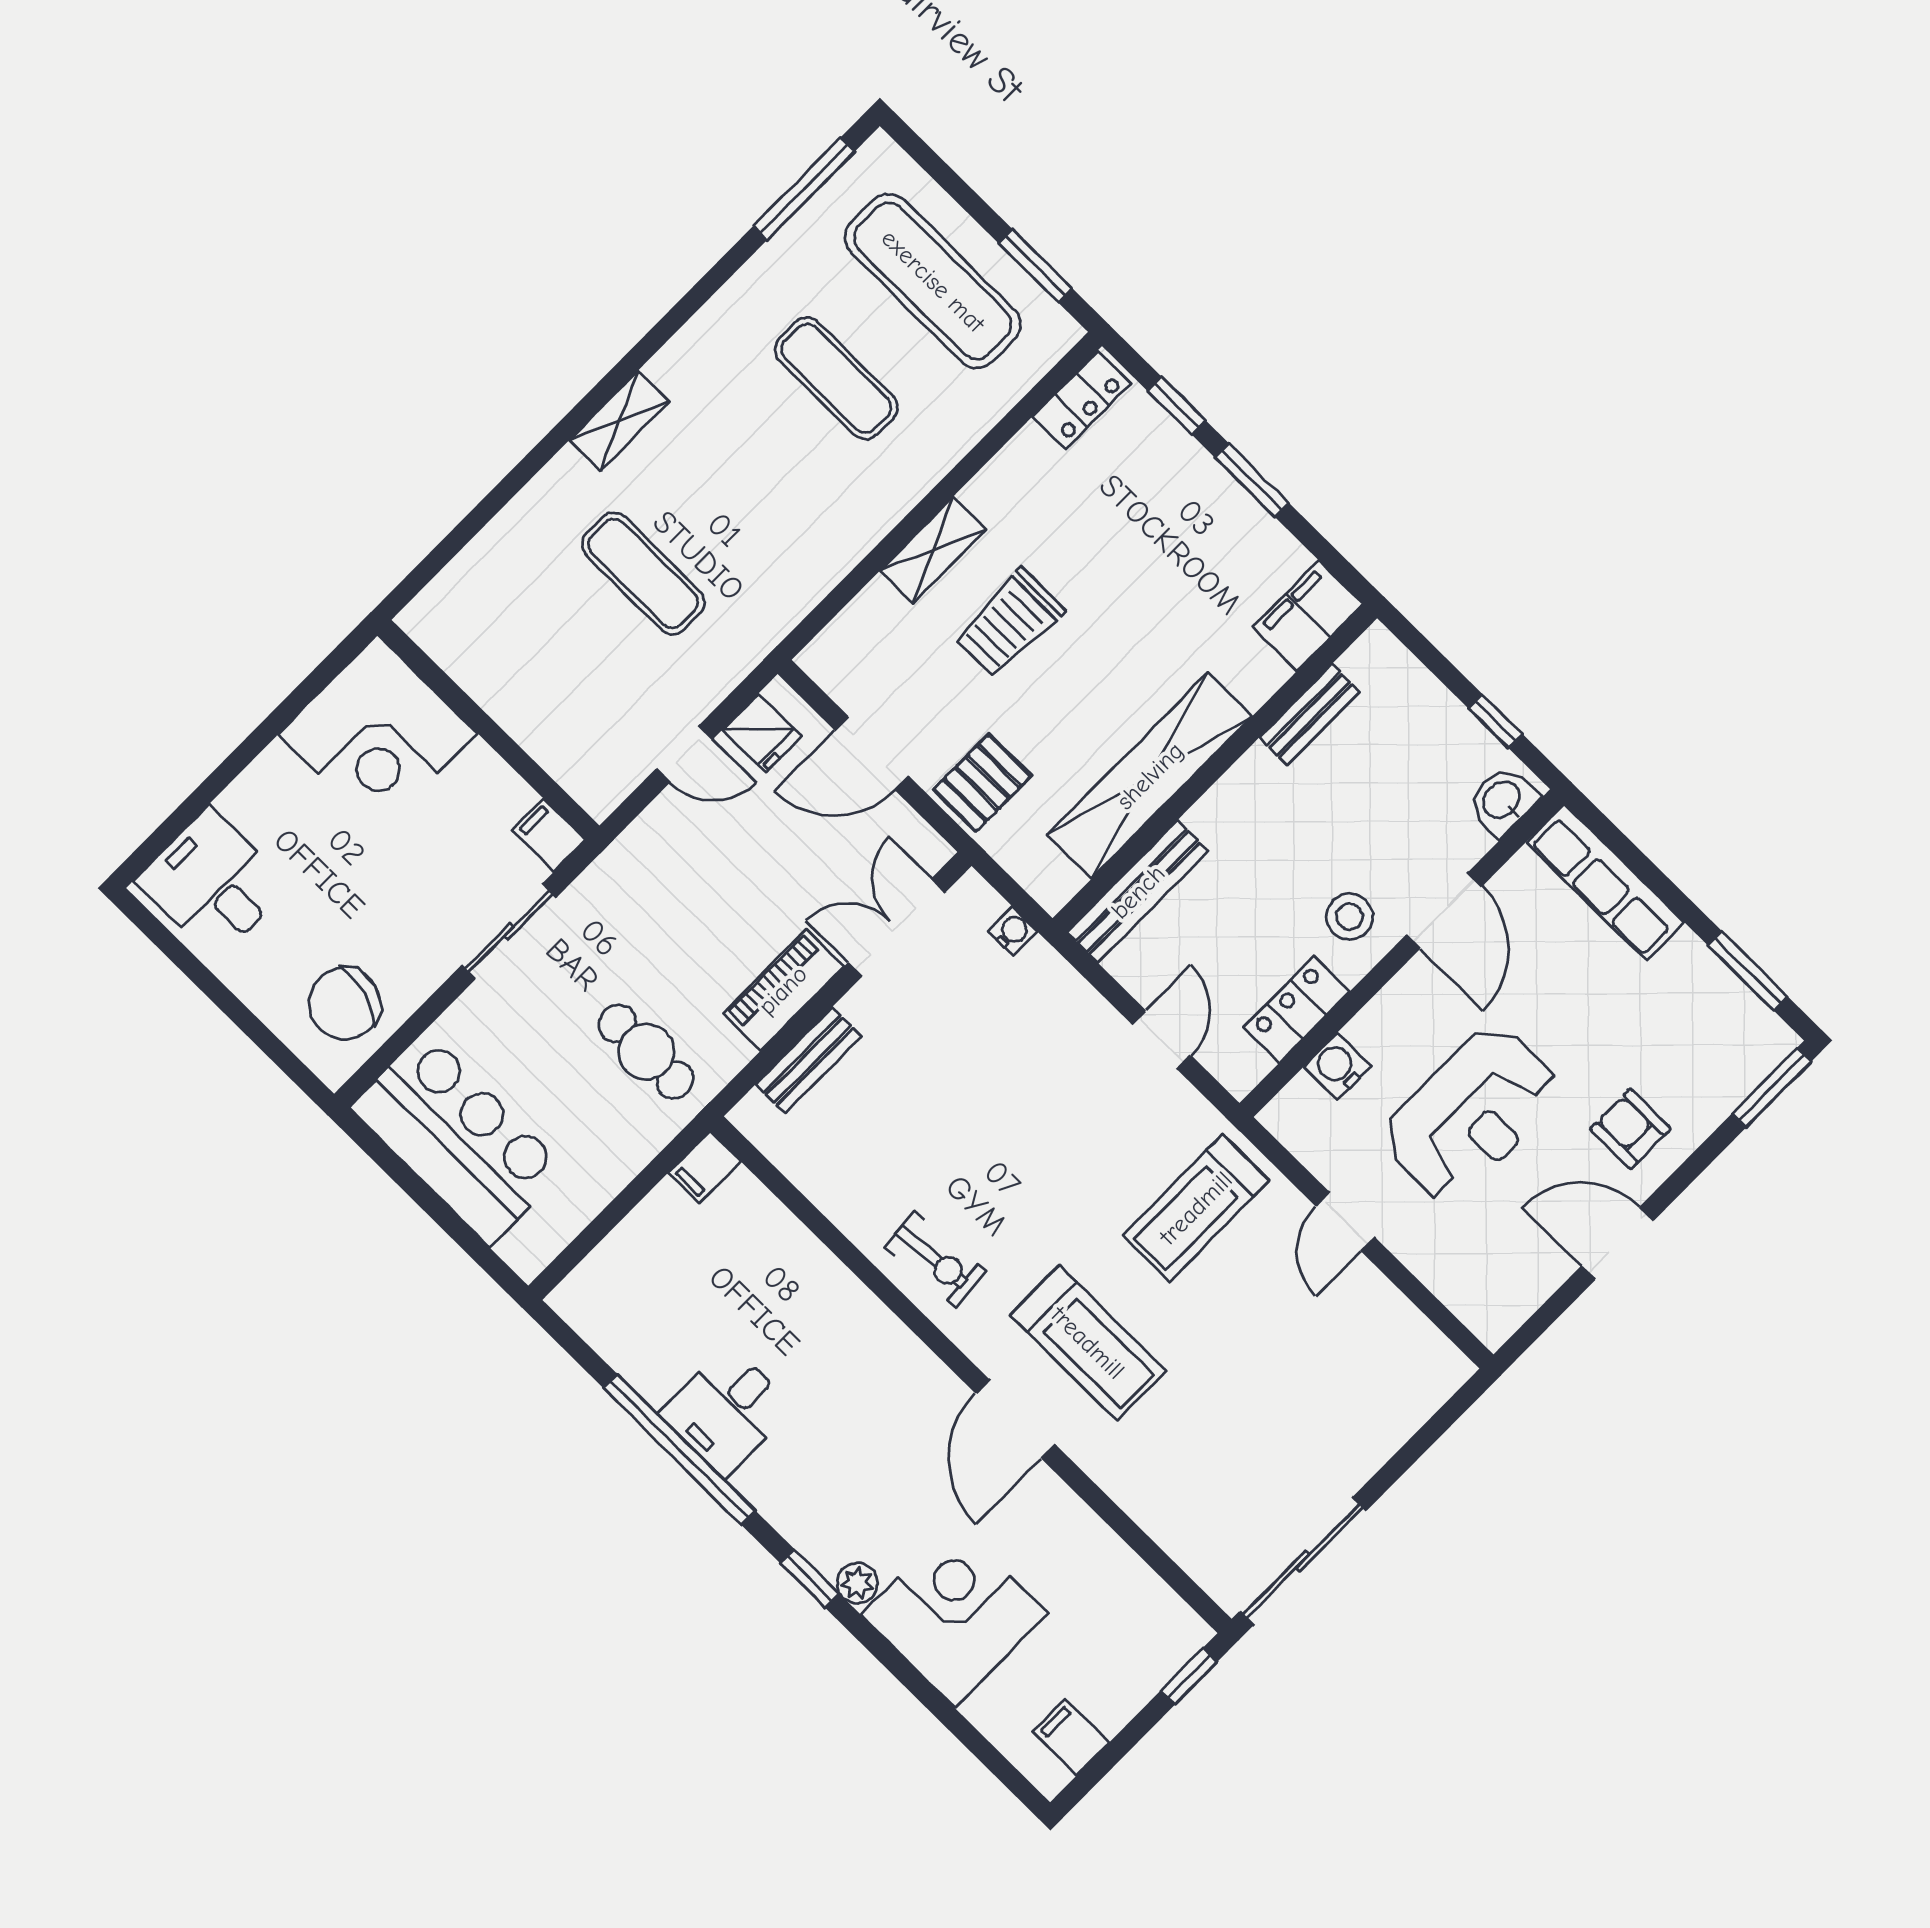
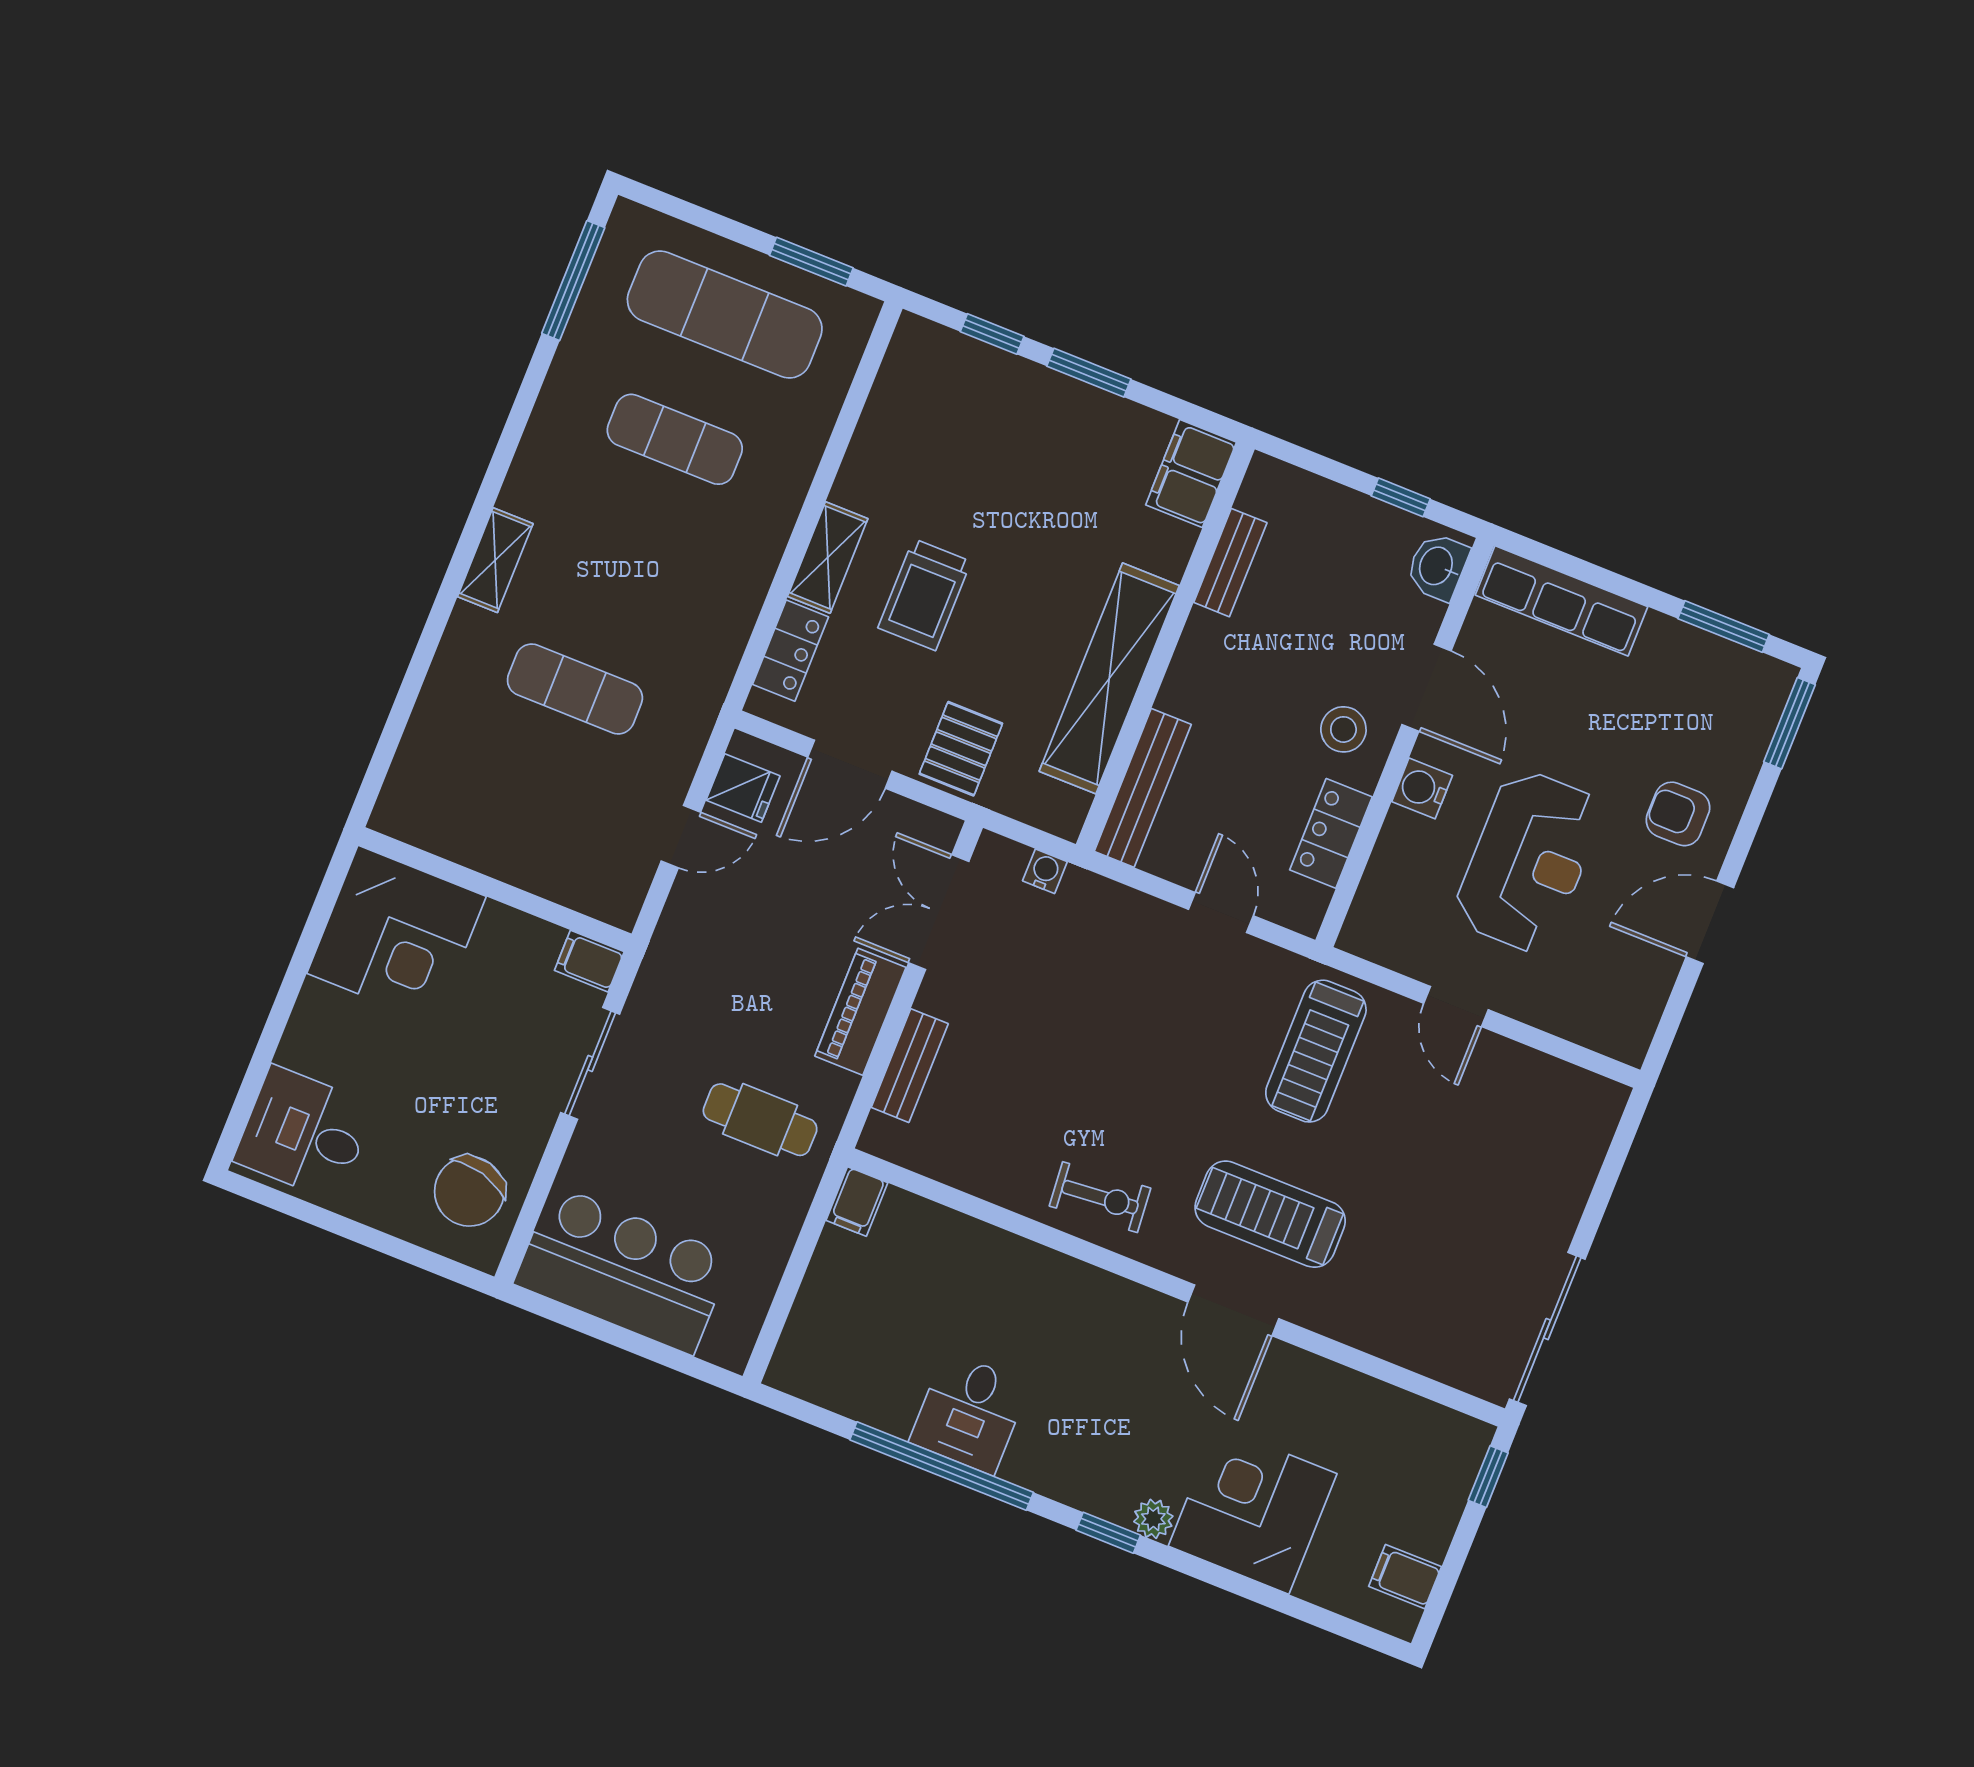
locker: (1082, 400) -> (790, 651), moved
water cooler: (1337, 1066) -> (1422, 788), moved
treadmill: (1088, 1343) -> (1270, 1214), turned 180

